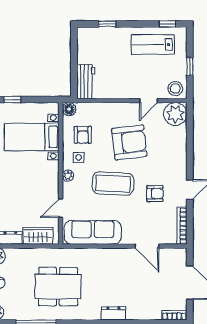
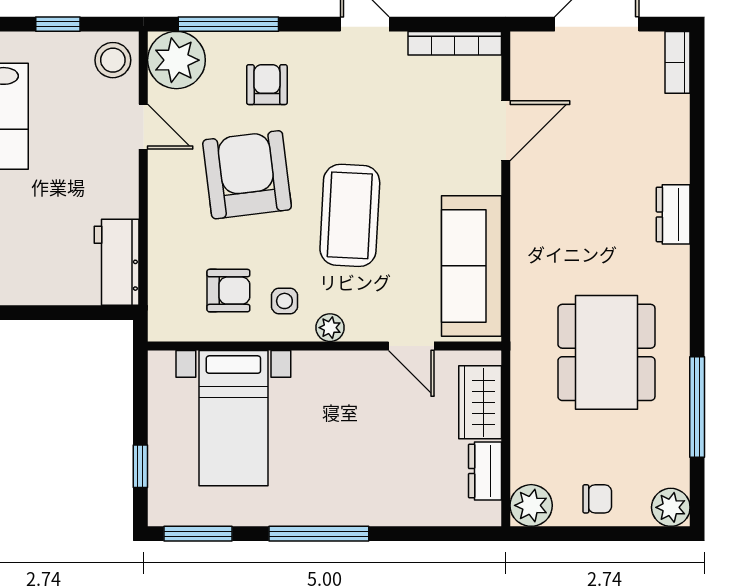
workbench: (86, 82) -> (117, 262), moved, turned -90
floor lamp: (69, 109) -> (164, 325), removed
window: (190, 135) -> (228, 24), added
armchair: (155, 194) -> (267, 85), moved

